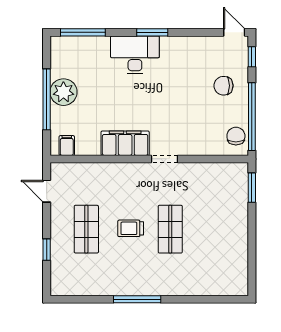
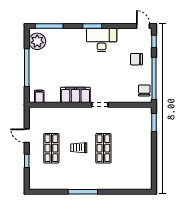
desk: (135, 55) -> (102, 40), moved
plant: (63, 92) -> (37, 41), moved
door: (47, 191) -> (27, 136), moved

